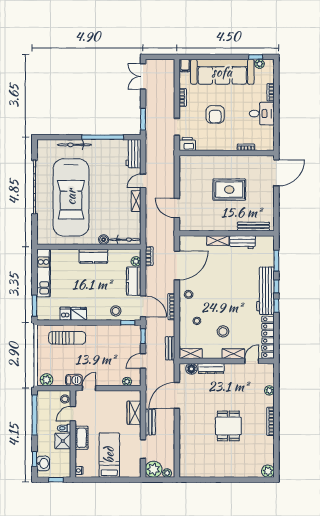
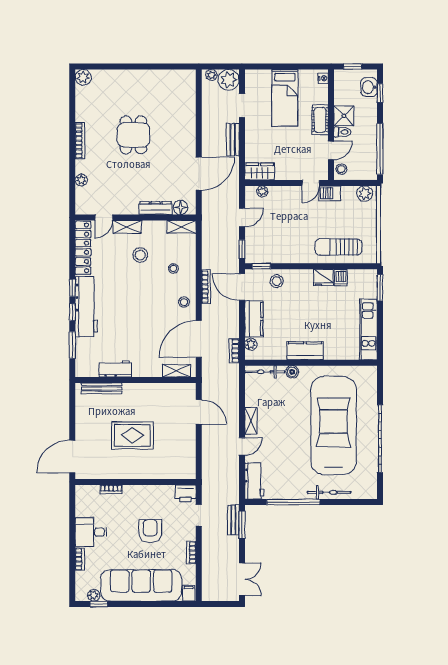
shelving: (218, 240) -> (176, 371), moved
bench: (170, 348) -> (233, 520), moved
wardrobe: (134, 413) -> (260, 172), moved, turned -90

